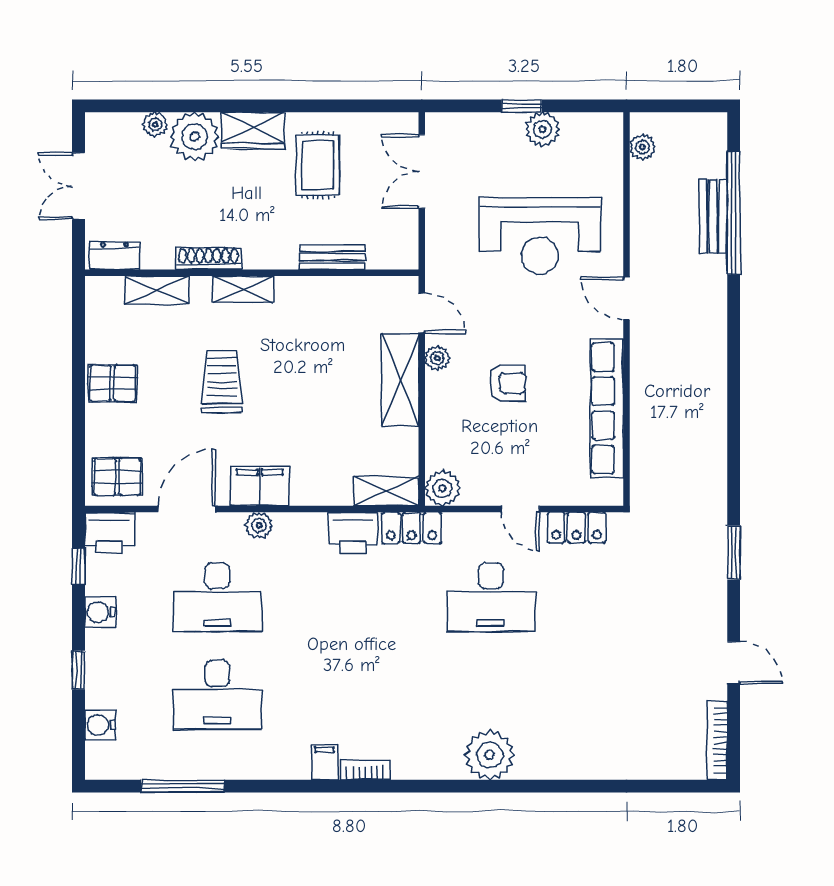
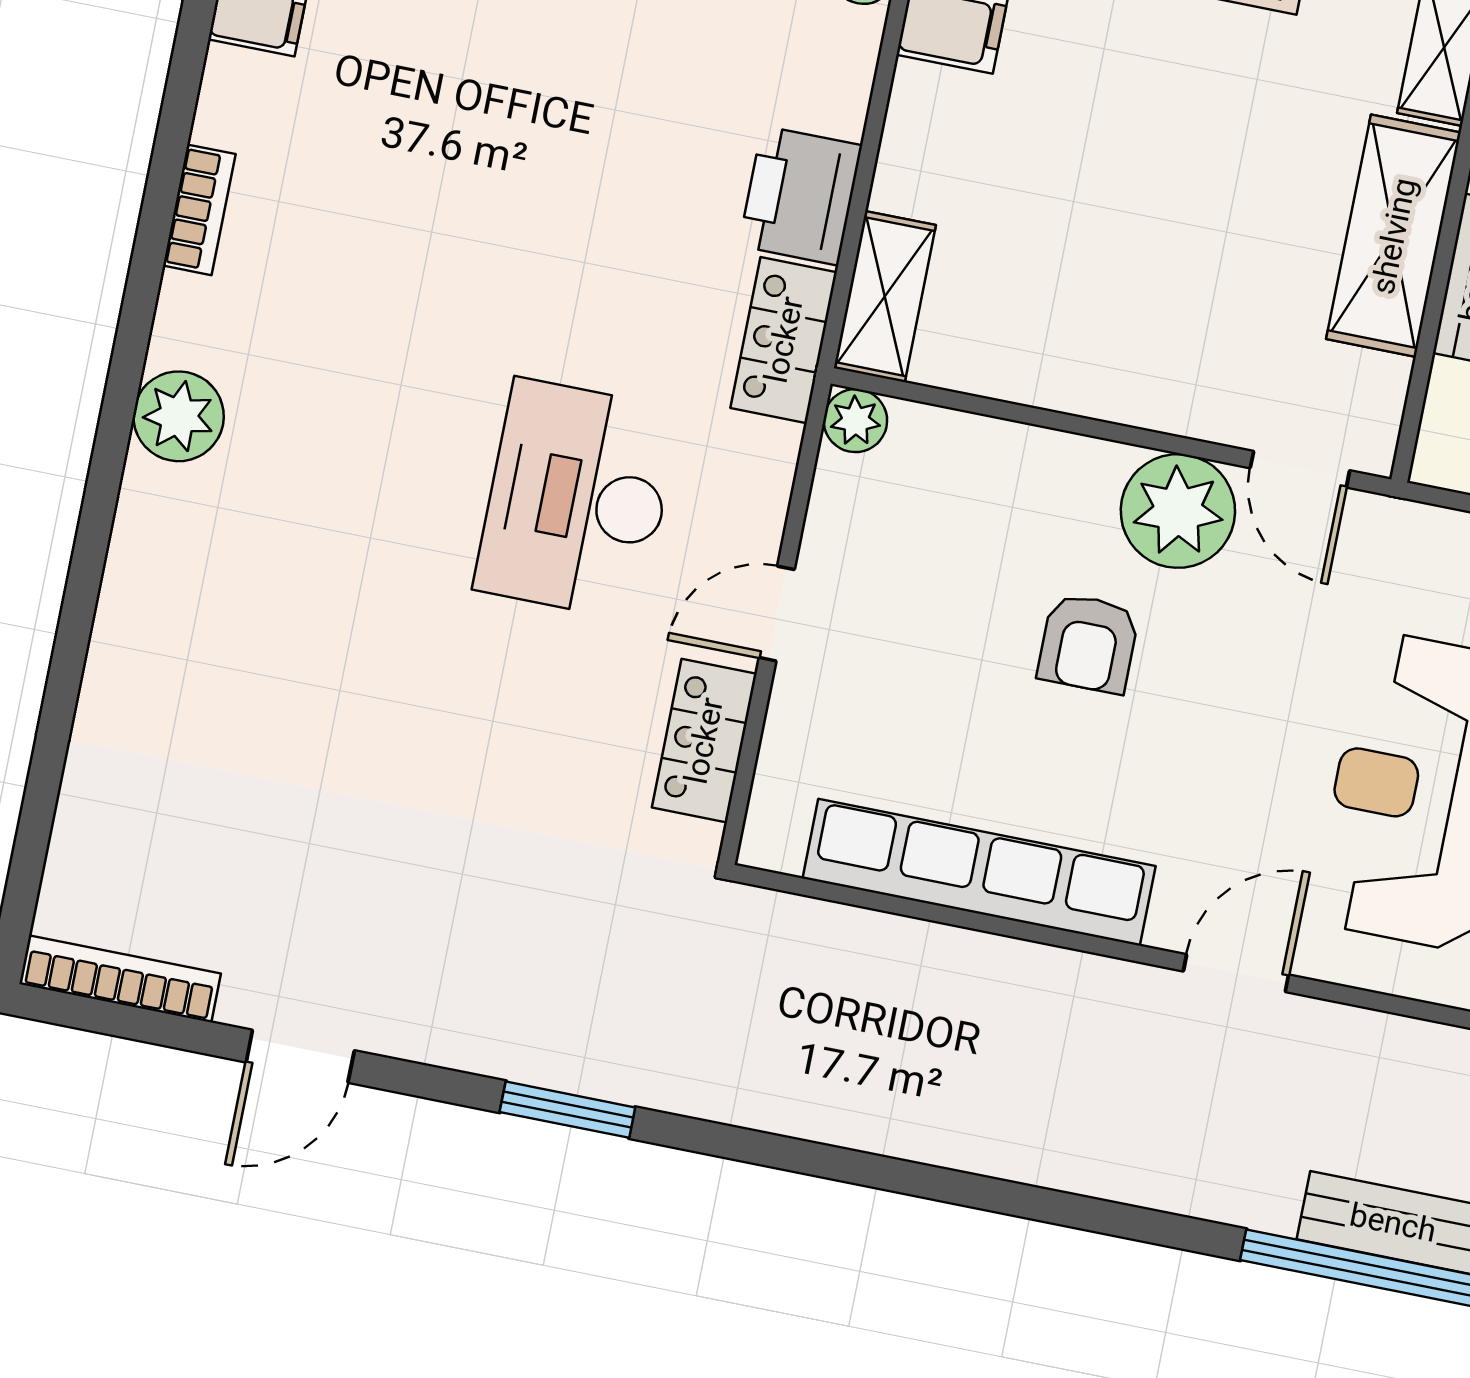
door: (422, 313) -> (1300, 469), hinge flipped
plant: (437, 358) -> (1178, 511), width x1.88, depth x1.88
shelving: (400, 380) -> (1394, 236), moved, turned 90
plant: (443, 488) -> (855, 421), width x0.73, depth x0.73
plant: (490, 755) -> (179, 416), width x0.73, depth x0.73
bookcase: (365, 770) -> (199, 210), moved

